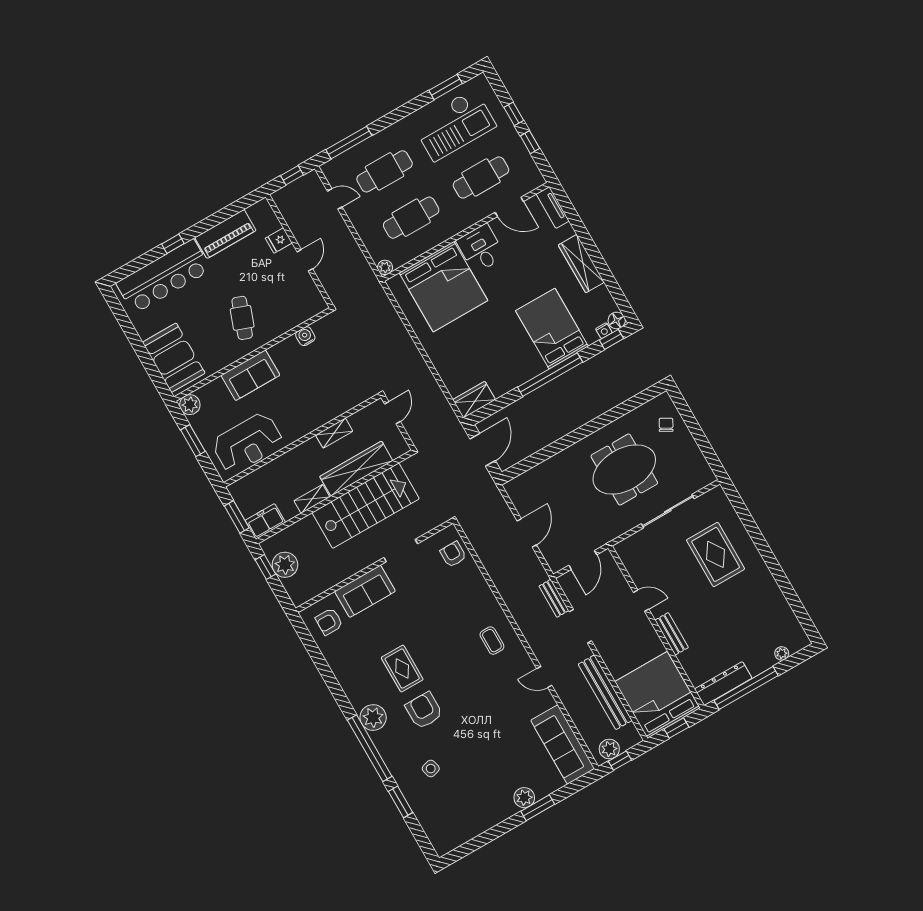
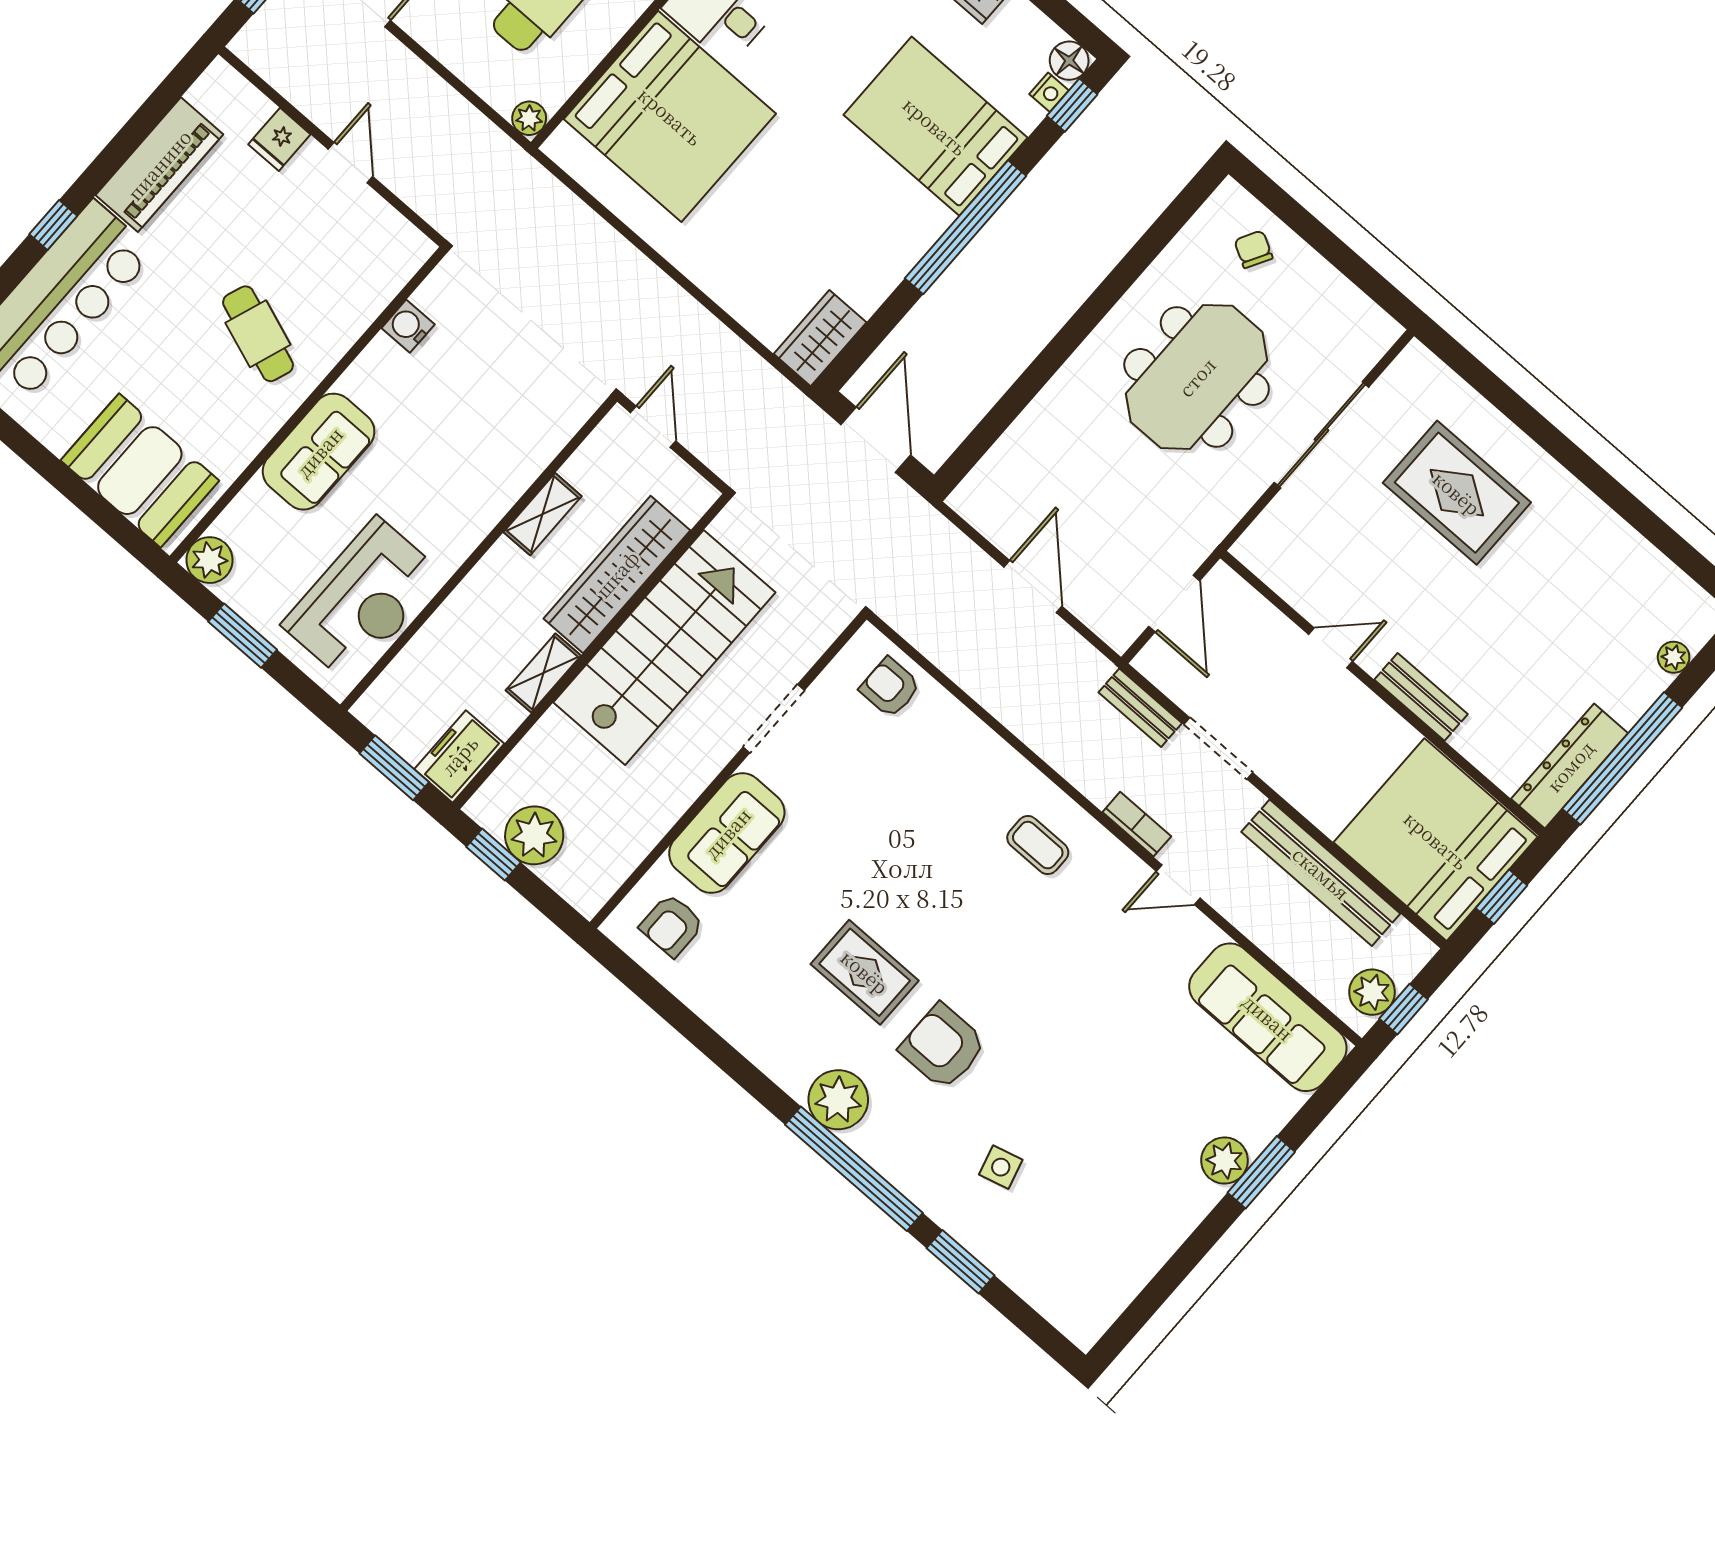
bookcase: (536, 646) -> (1137, 824), added

